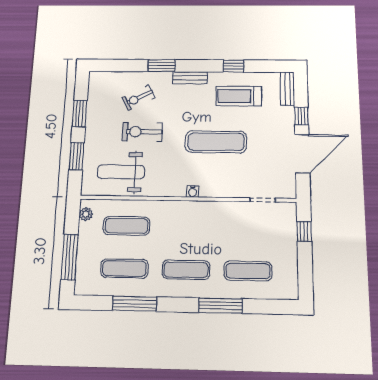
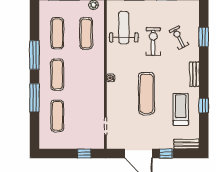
window: (162, 66) -> (204, 37), moved
window: (135, 304) -> (34, 55), moved

